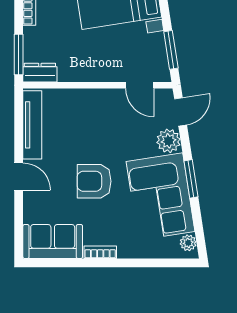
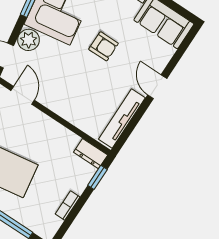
window: (19, 55) -> (97, 177), width x0.67
armchair: (94, 181) -> (104, 46), width x0.72, depth x0.72

